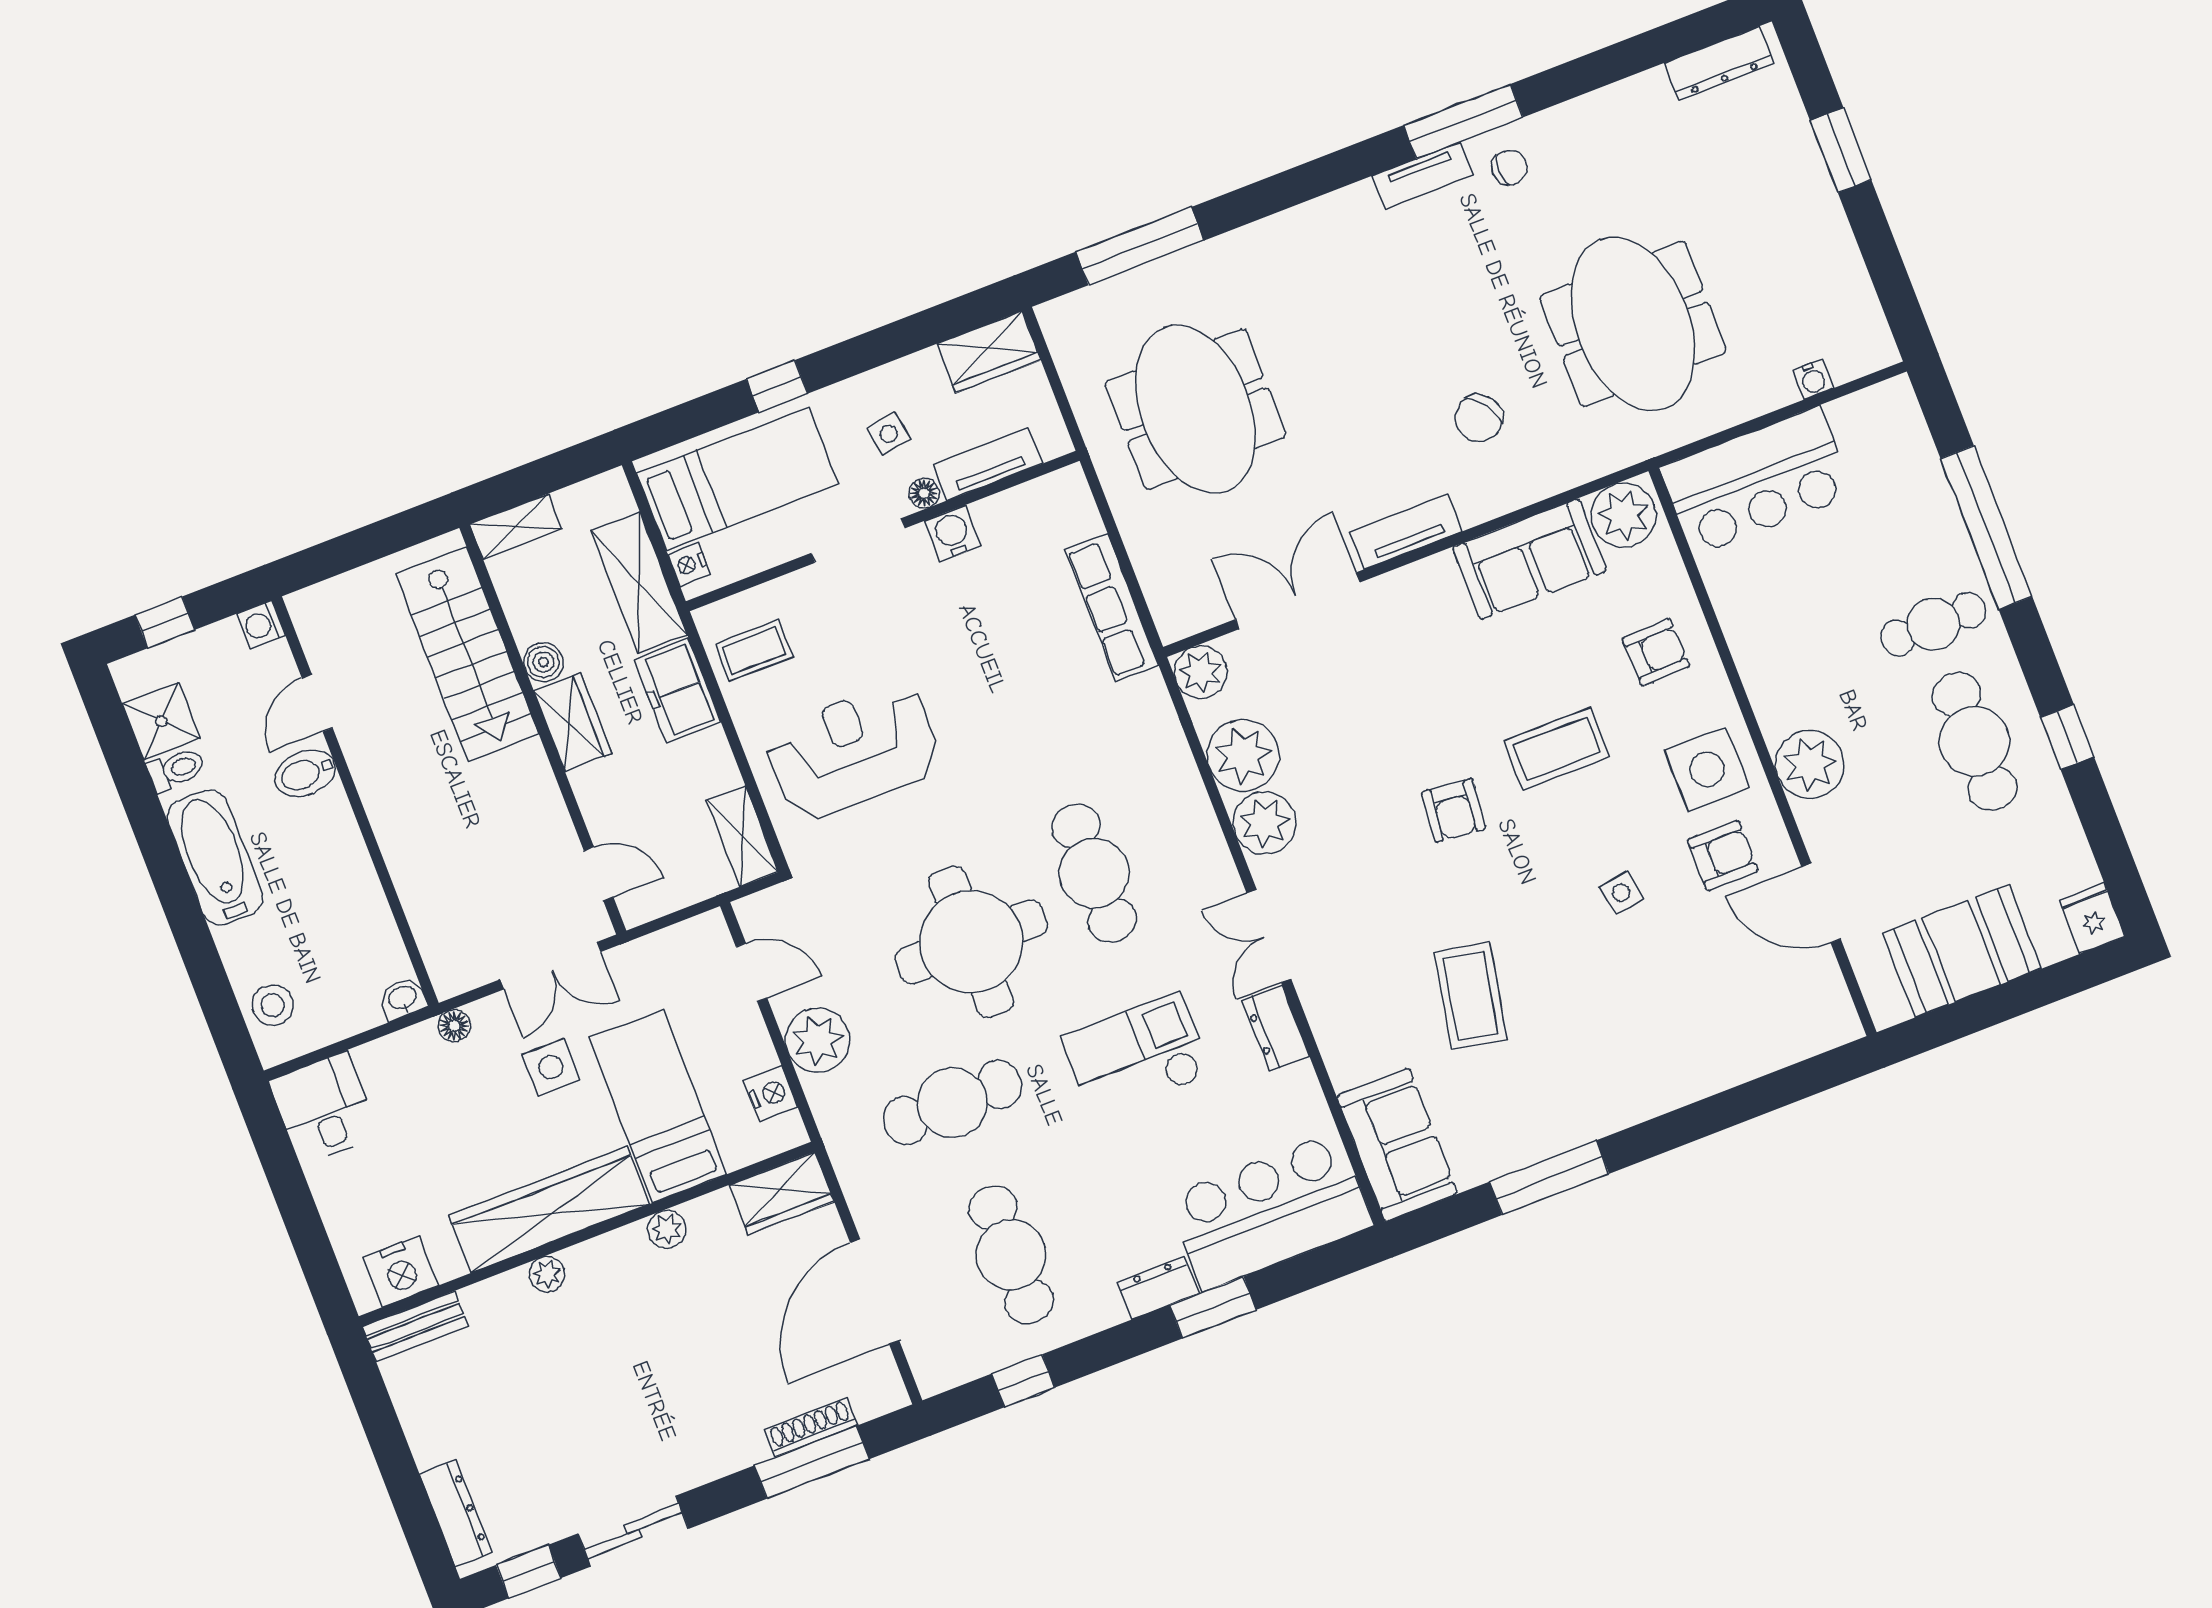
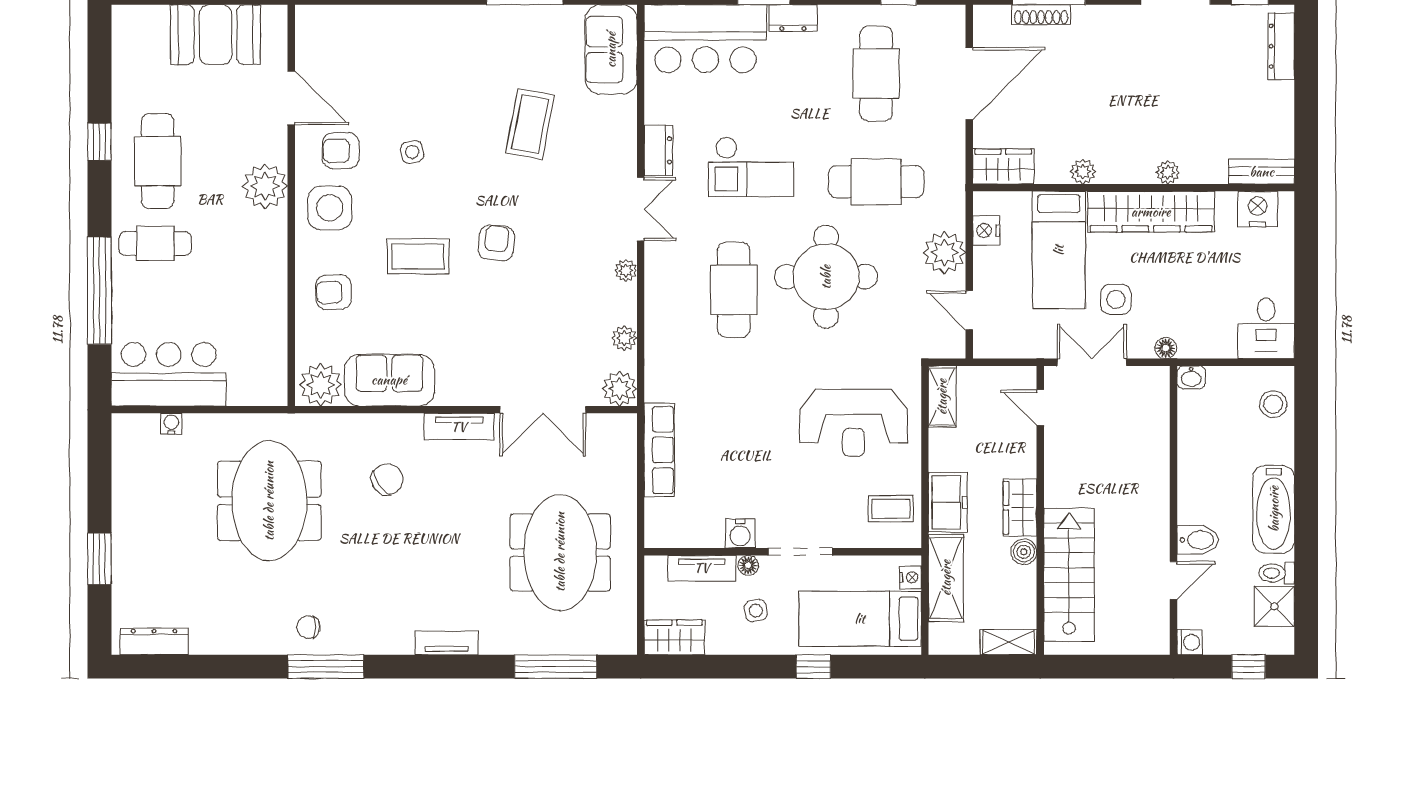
tv unit: (1423, 175) -> (447, 643), moved
bar counter: (1757, 481) -> (169, 374), moved
plant: (1243, 755) -> (624, 338), width x0.53, depth x0.53
plant: (1264, 823) -> (626, 271), width x0.53, depth x0.53
fridge: (2092, 918) -> (127, 24), removed

